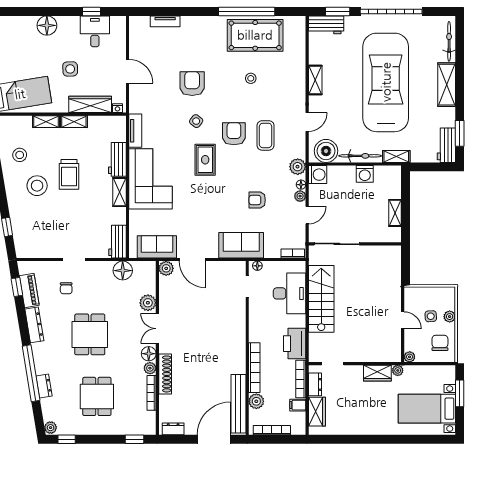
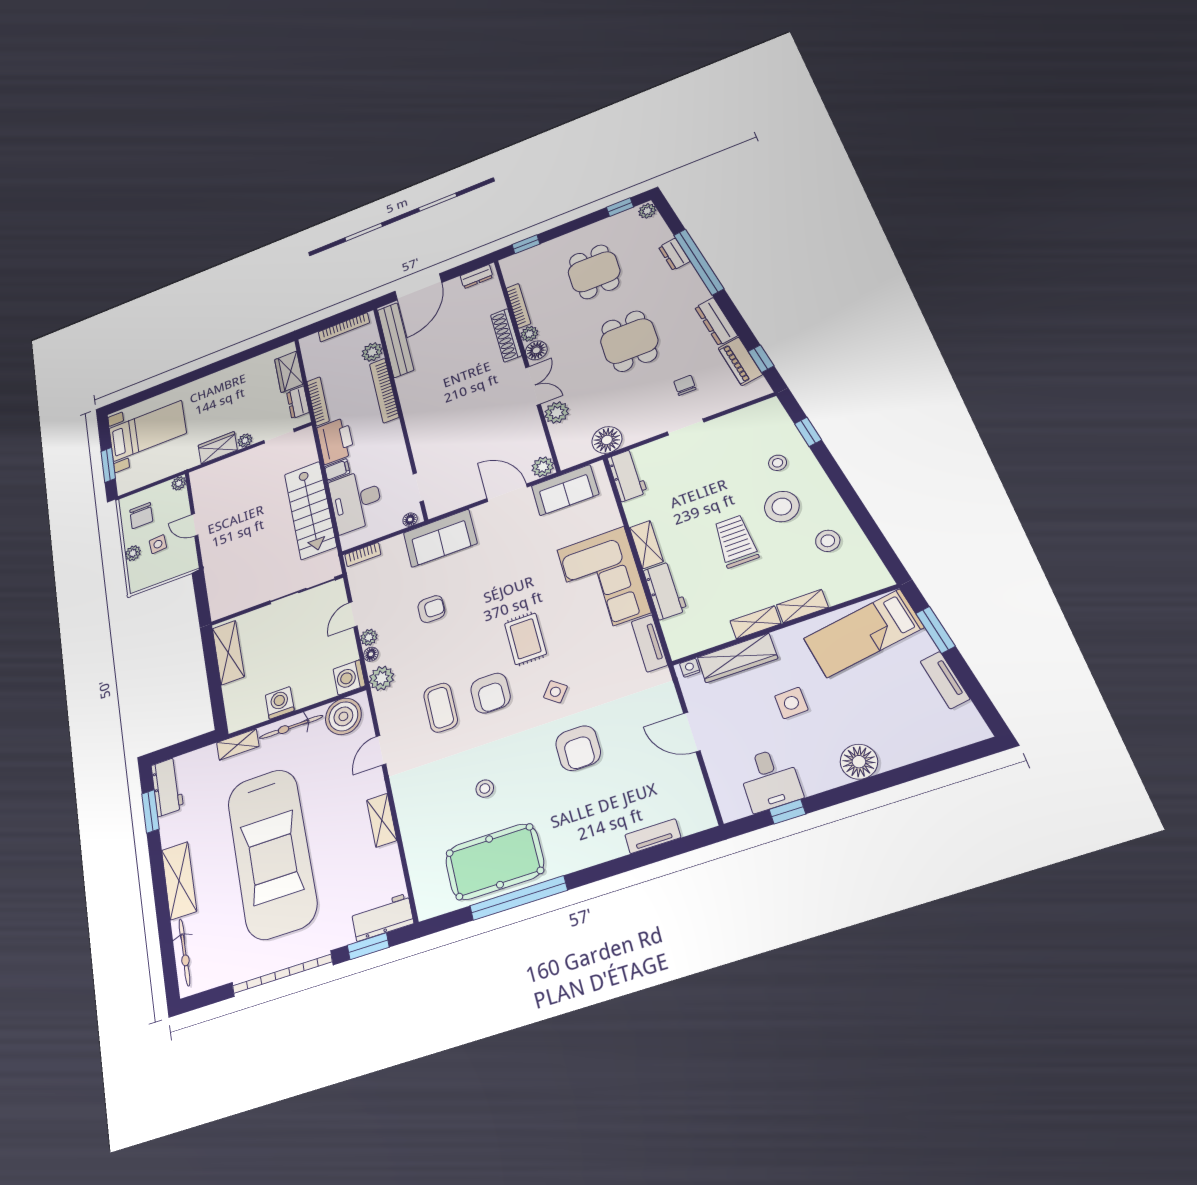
shelving: (395, 213) -> (228, 653), width x1.50, depth x1.33
stool: (30, 214) -> (778, 463), added
plant: (398, 370) -> (245, 440), moved
filing cabinet: (298, 405) -> (337, 470), moved

